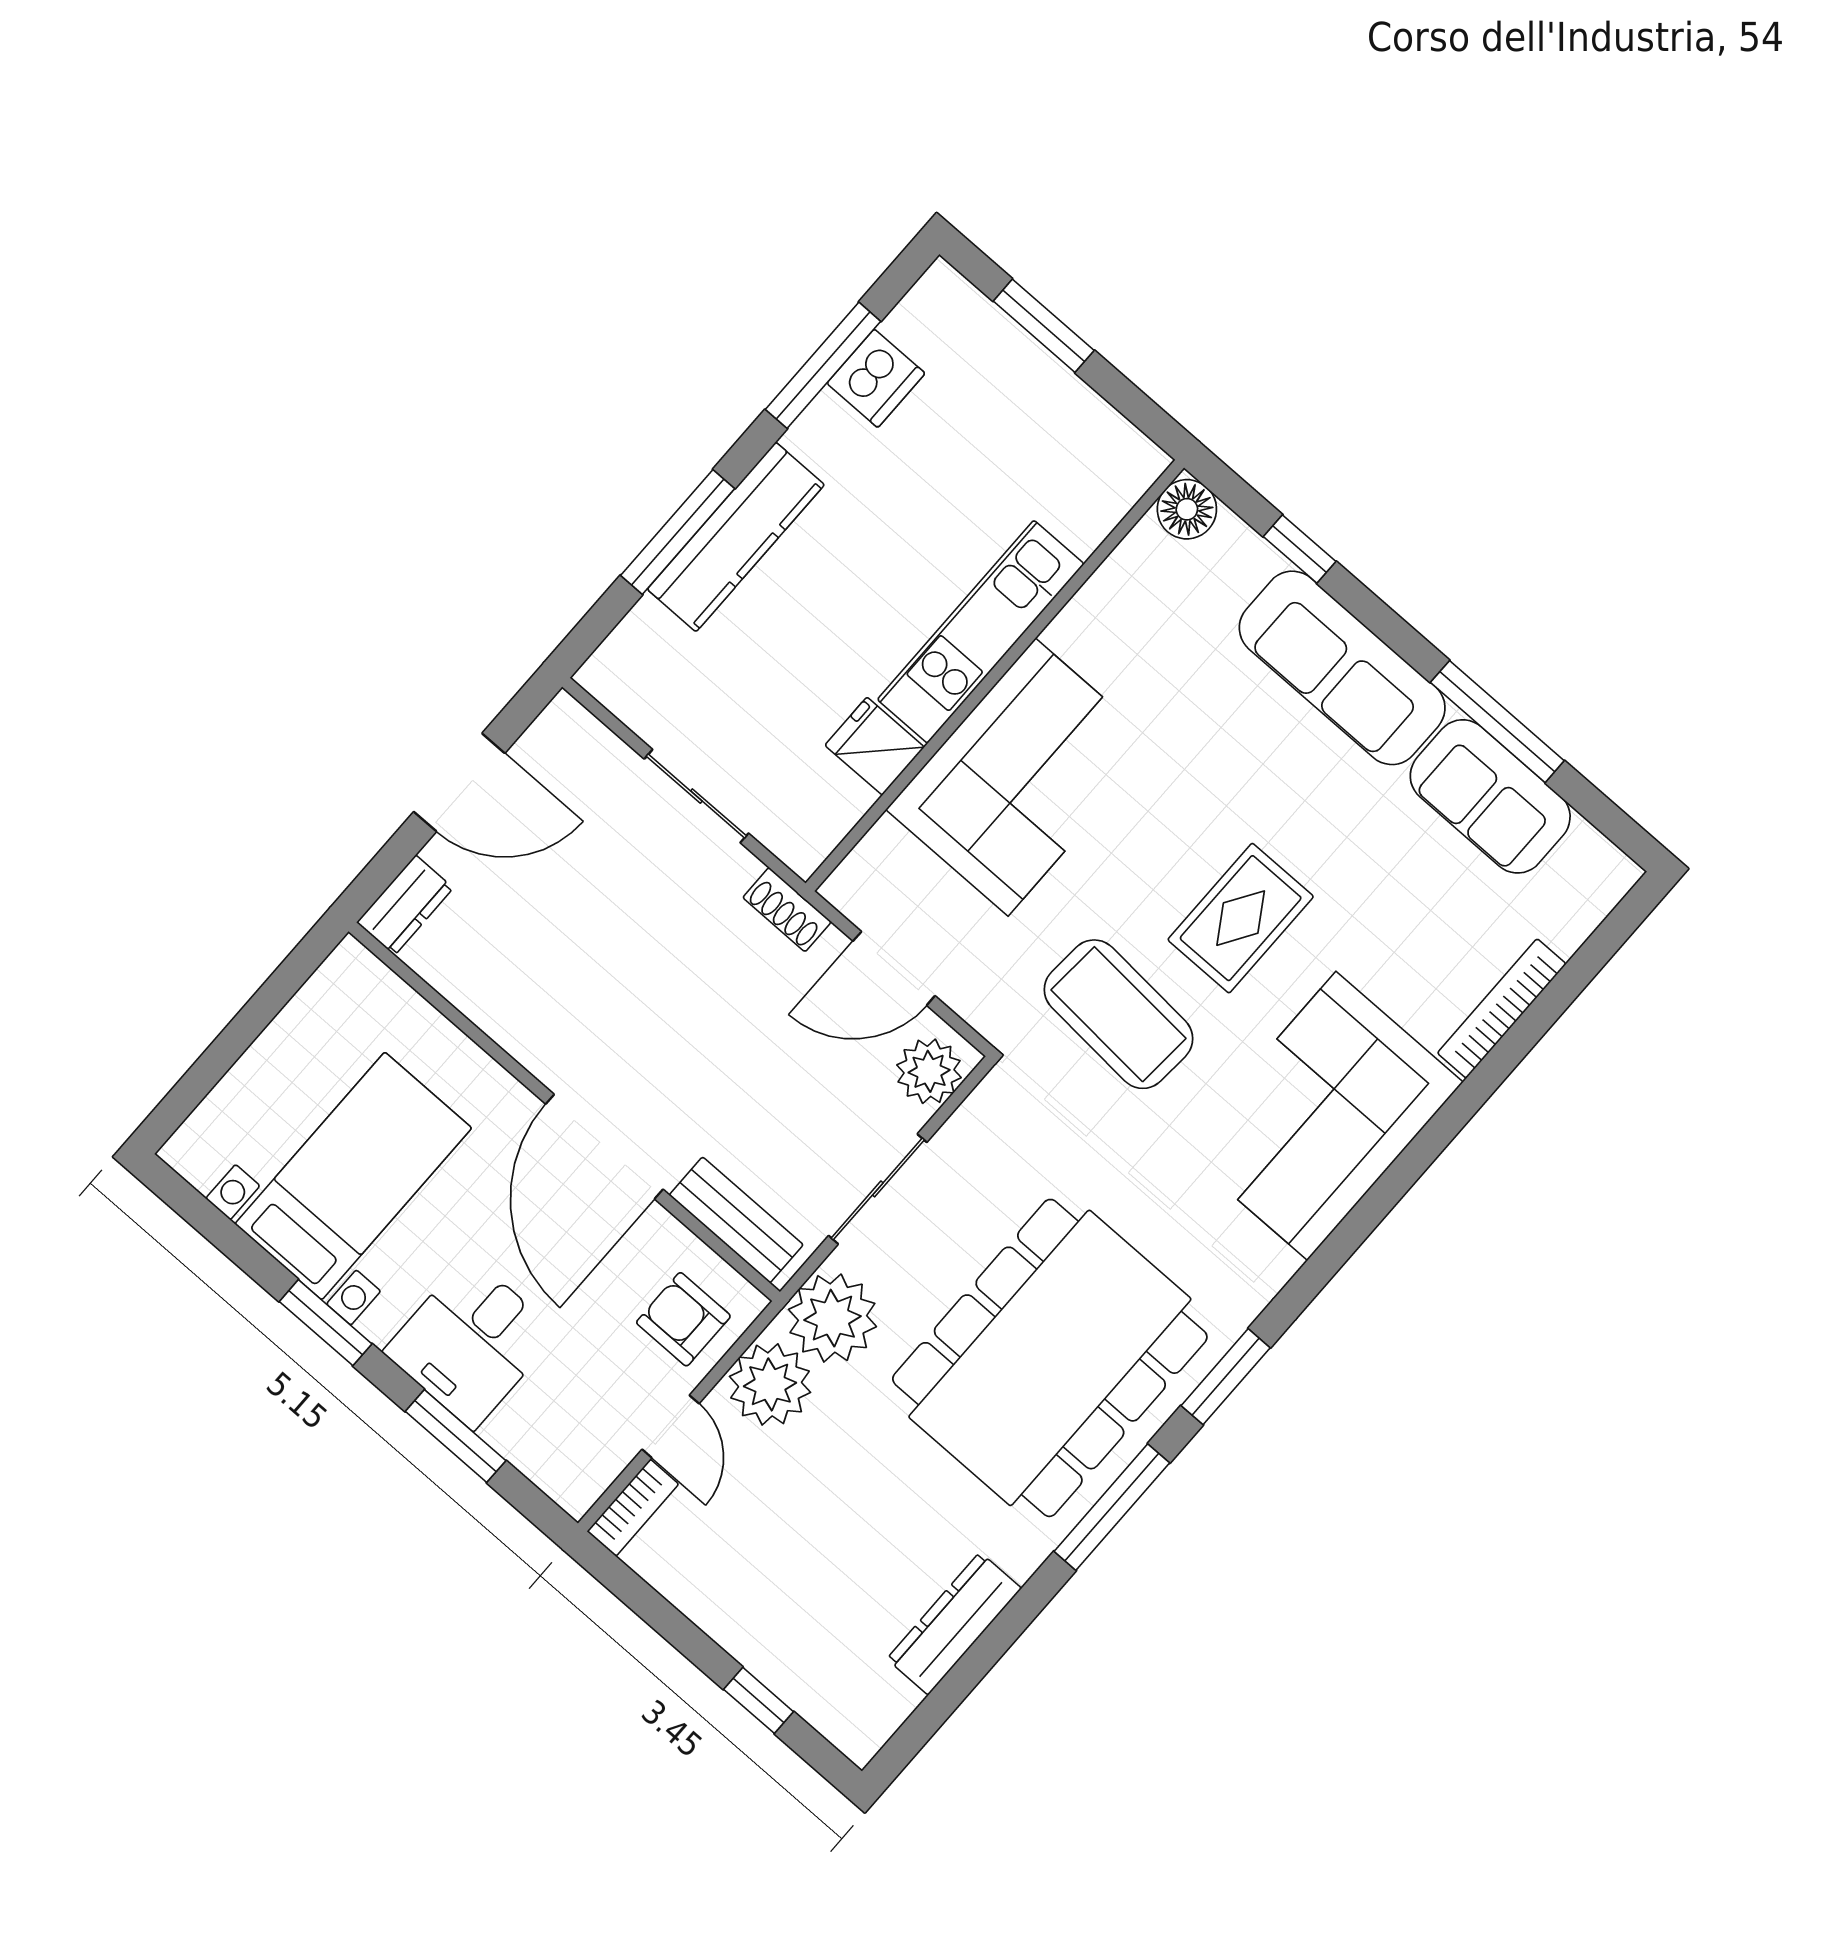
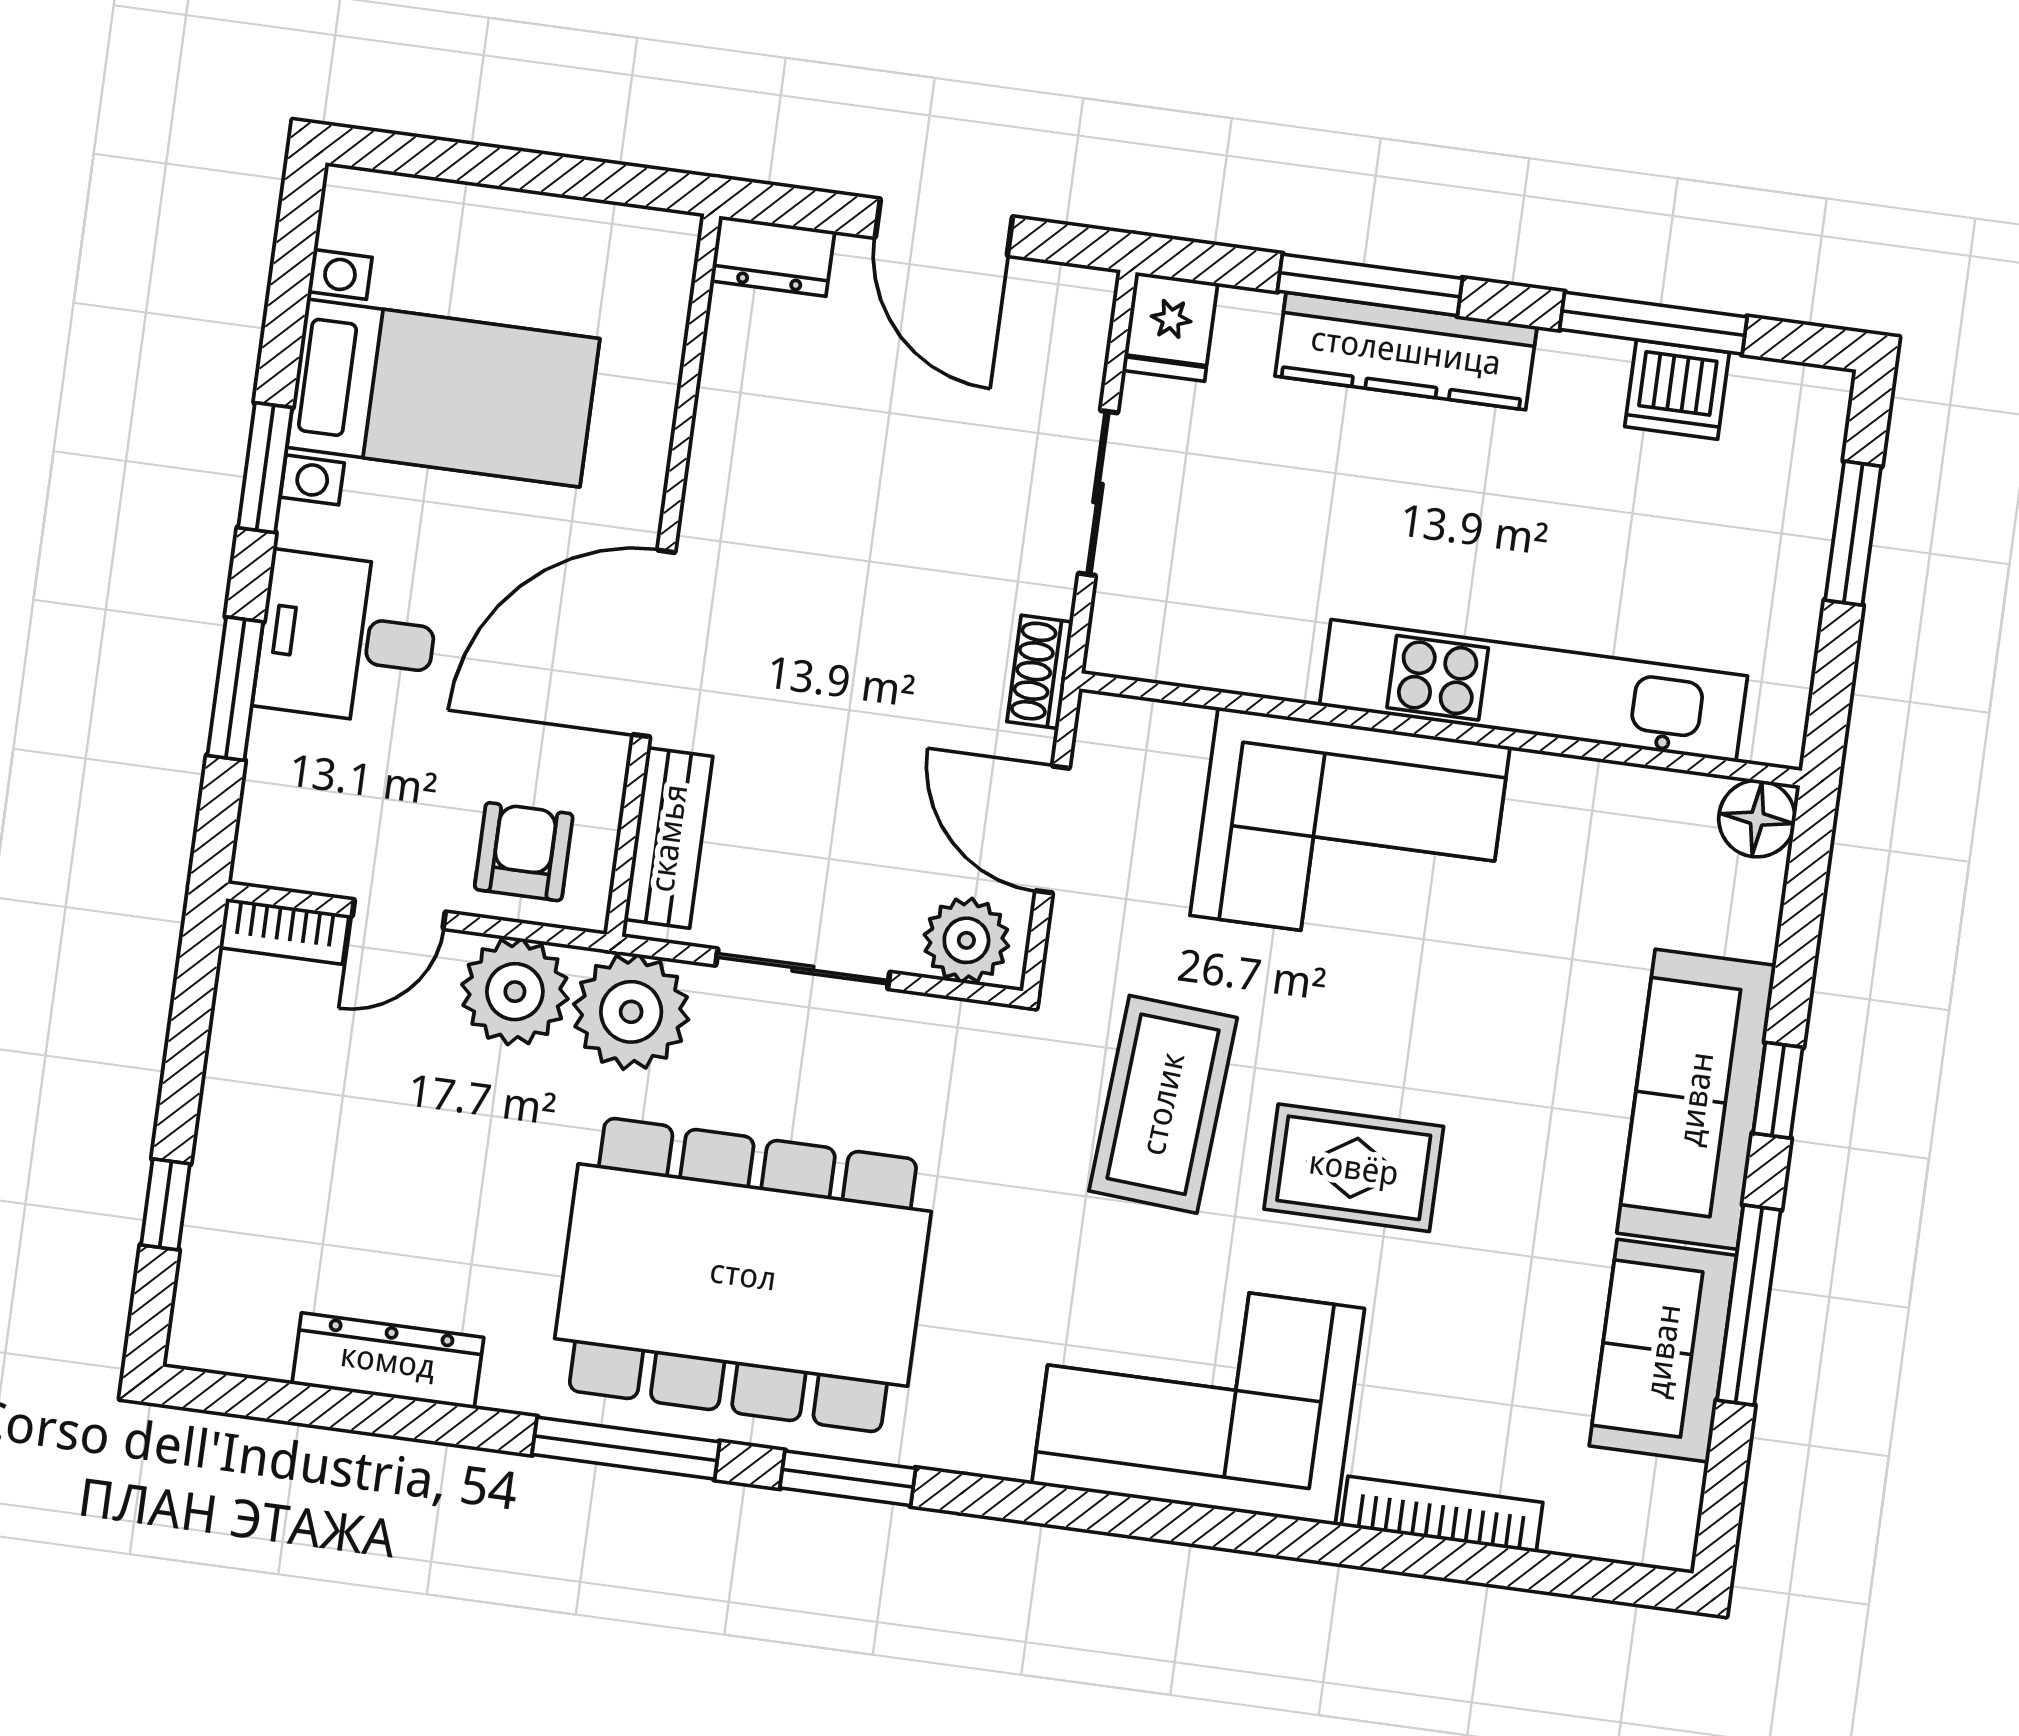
window: (1300, 549) -> (1778, 1090), moved
kitchen unit: (981, 632) -> (1533, 691), width x1.36
fridge: (875, 746) -> (1170, 327), moved, turned 180

